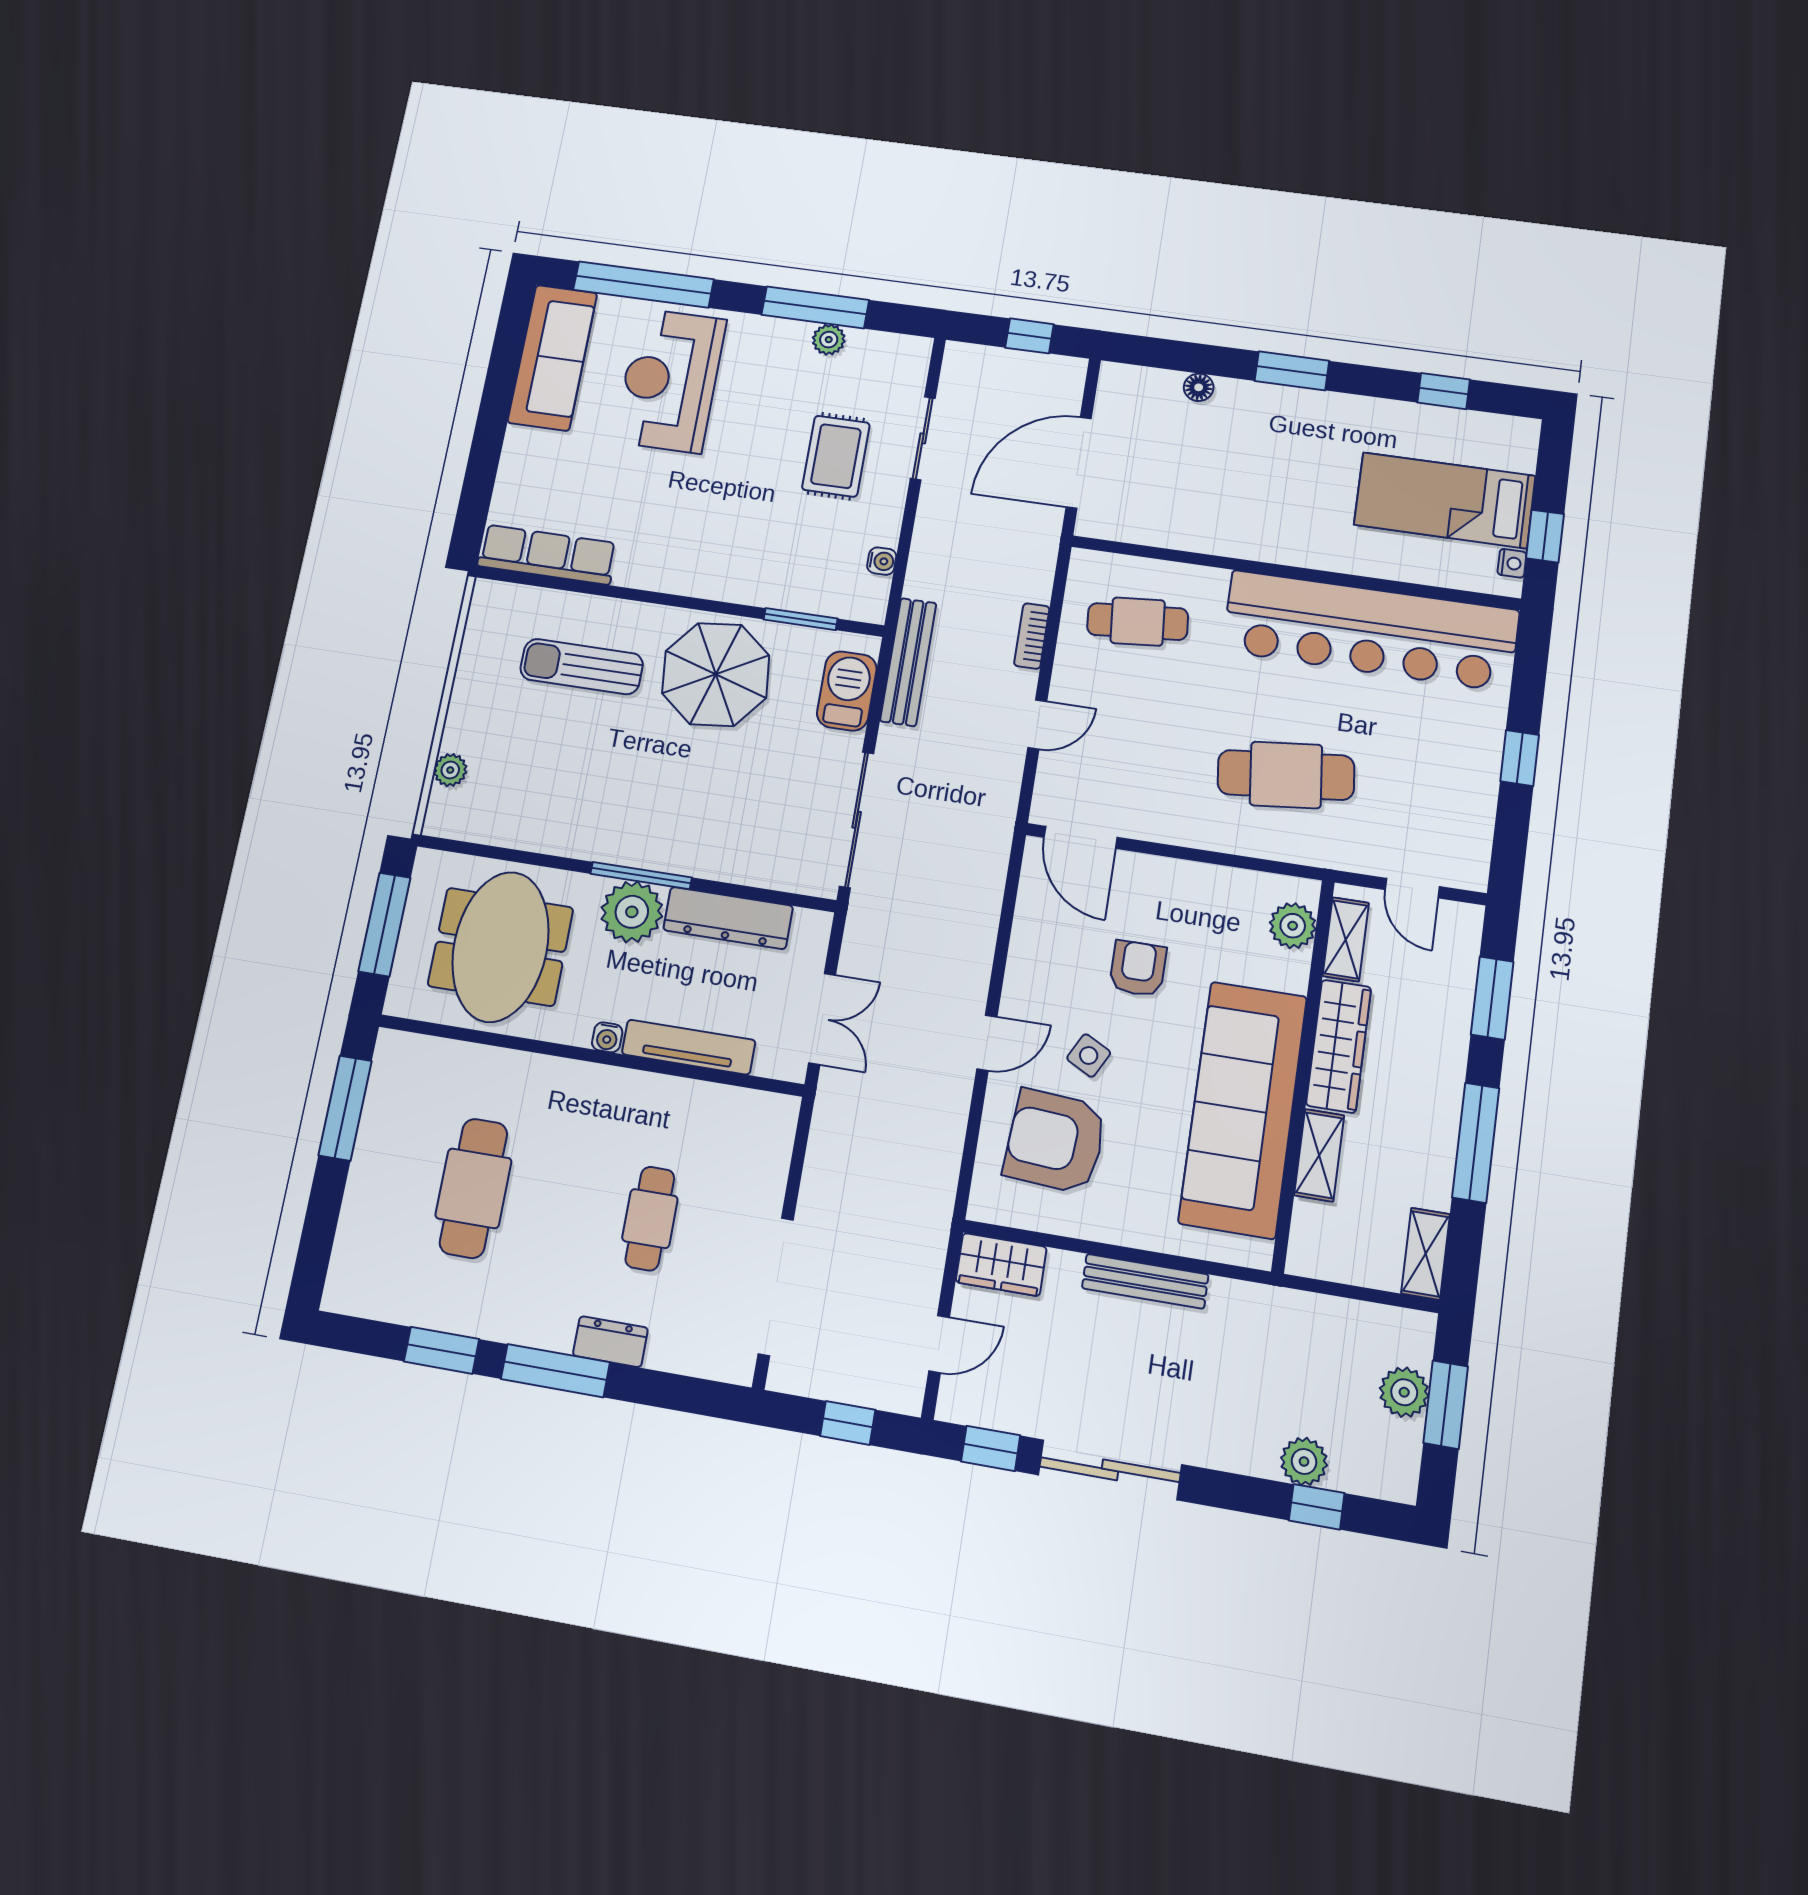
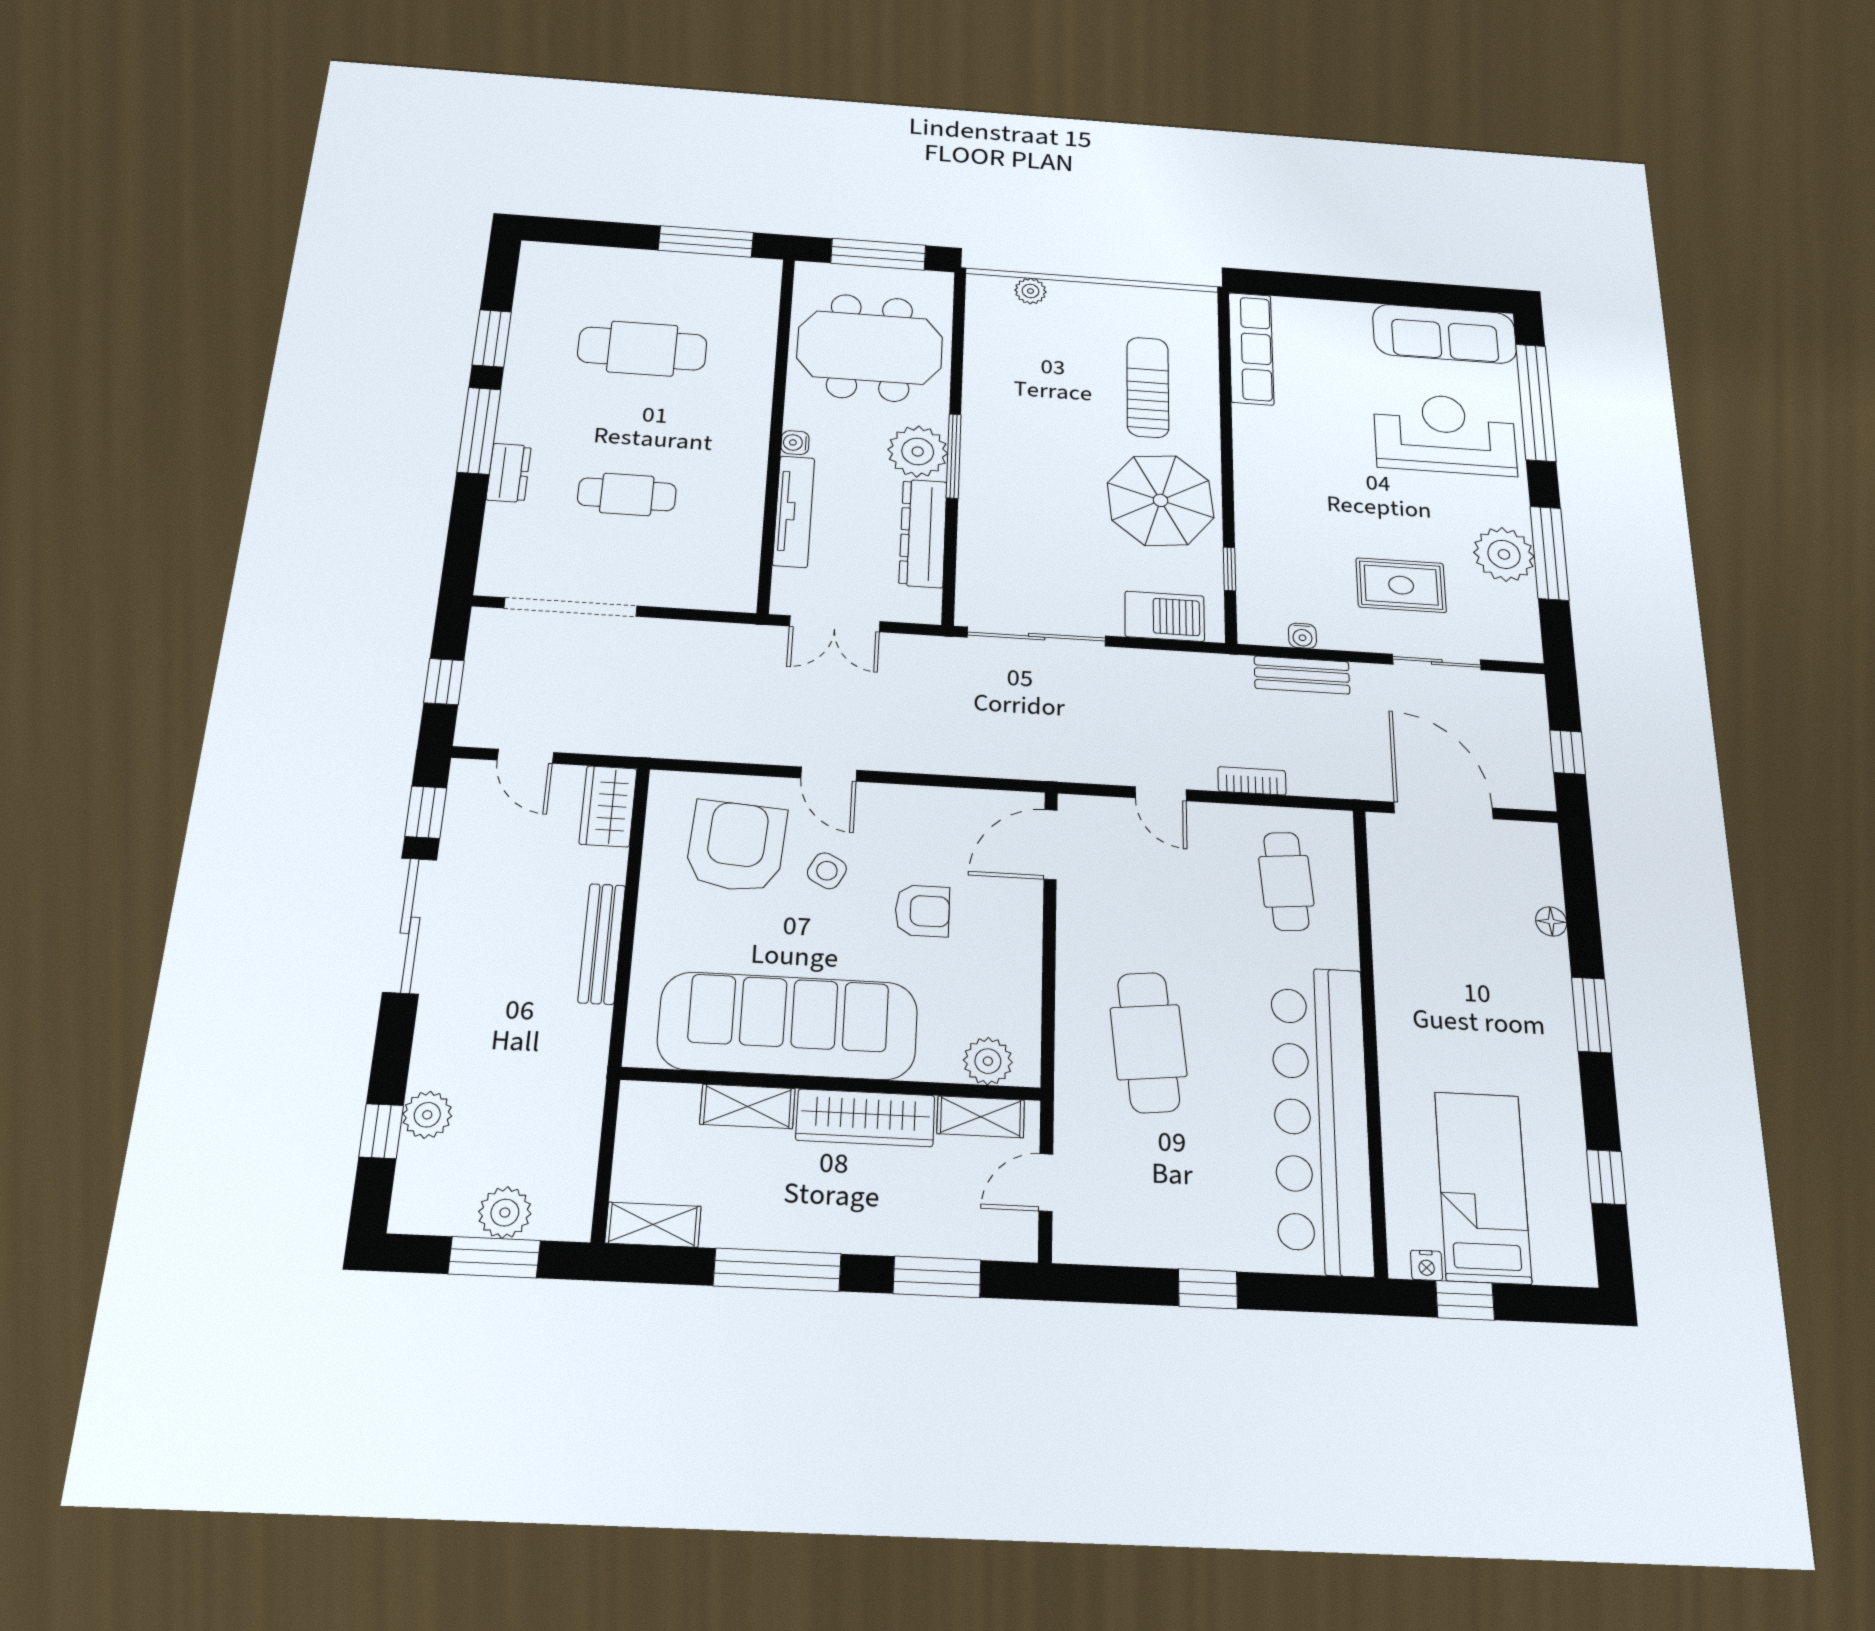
plant: (829, 340) -> (1504, 554), width x1.87, depth x1.87
window: (801, 619) -> (1230, 569), width x0.67
bench: (908, 662) -> (1302, 675), moved, width x0.73

